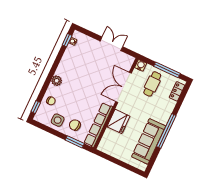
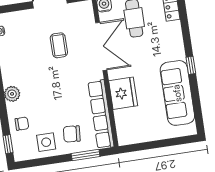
coffee table: (101, 71) -> (59, 45), added
double door: (124, 87) -> (101, 46), swing flipped
window: (166, 131) -> (191, 65), width x0.32

